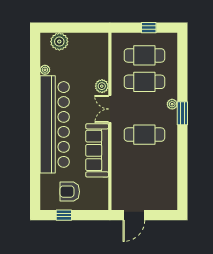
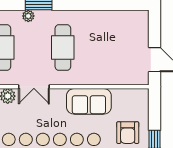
sofa: (97, 150) -> (89, 101), width x0.73

